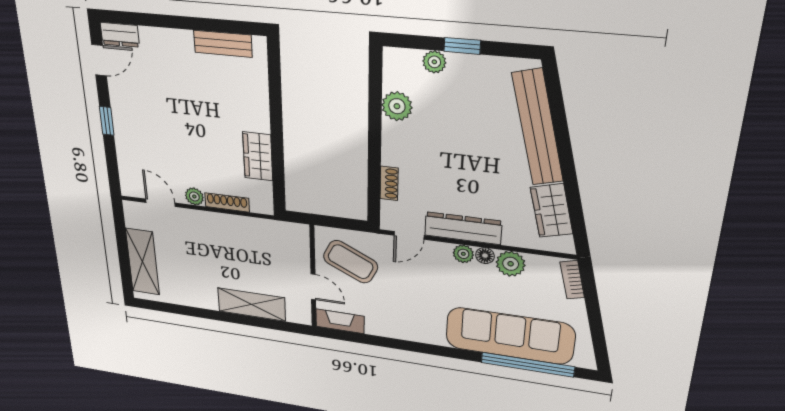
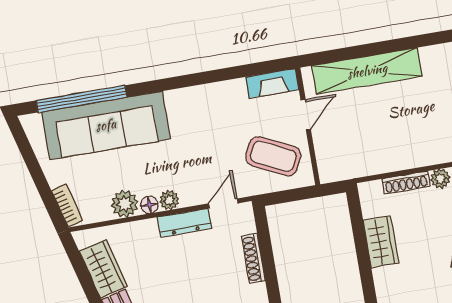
shoe rack: (389, 183) -> (253, 258), width x1.43
dresser: (463, 228) -> (184, 223), width x0.73, depth x0.80
door: (313, 287) -> (306, 115), swing flipped
shelving: (252, 305) -> (367, 71), width x1.47

